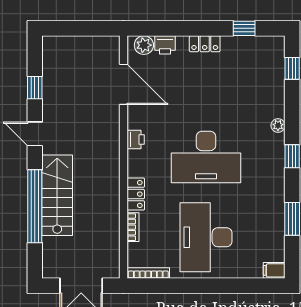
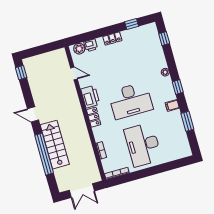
door: (124, 84) -> (74, 73), width x0.53
window: (35, 88) -> (21, 73), moved
printer: (136, 139) -> (90, 97), width x1.87, depth x1.48
locker: (136, 194) -> (94, 117), moved
filing cabinet: (274, 270) -> (172, 105), moved

